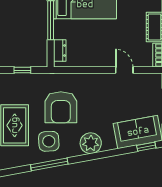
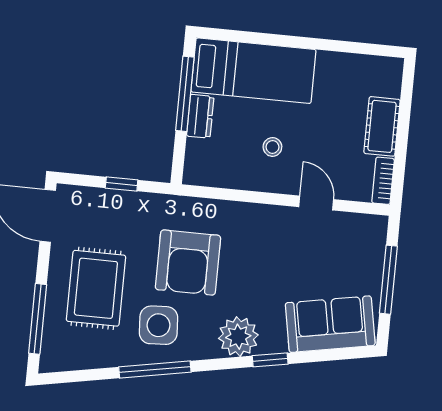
stool: (99, 43) -> (272, 147), added
dresser: (60, 51) -> (200, 116), moved
window: (146, 147) -> (270, 360), moved

